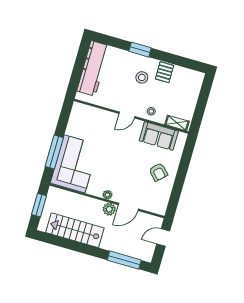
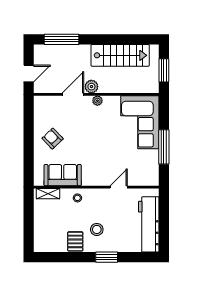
door: (127, 115) -> (119, 187), moved
window: (54, 152) -> (164, 147), moved

